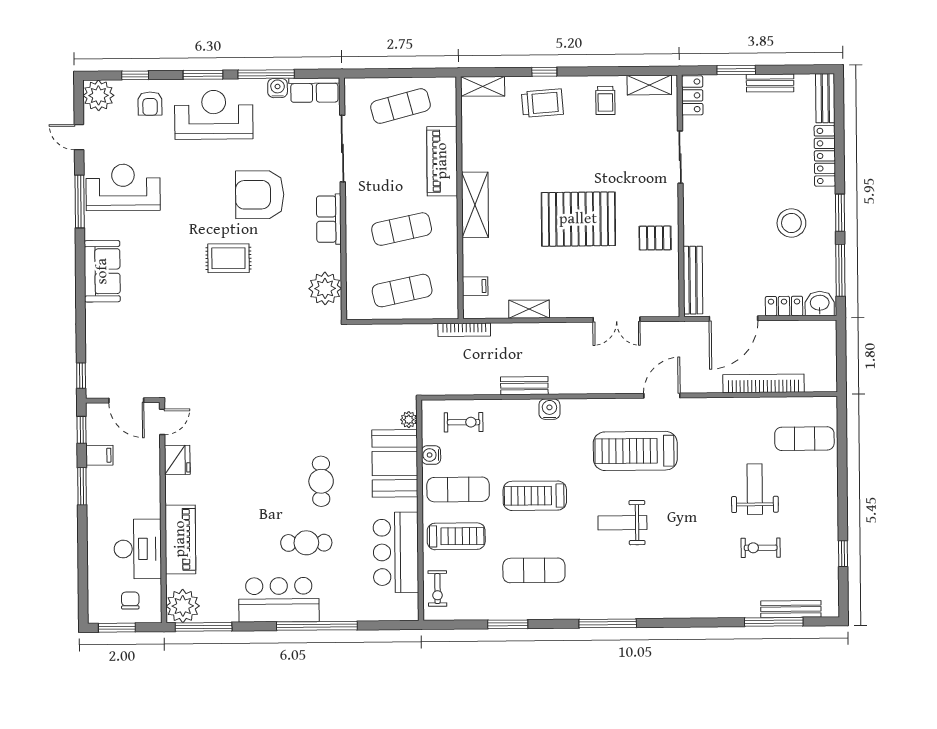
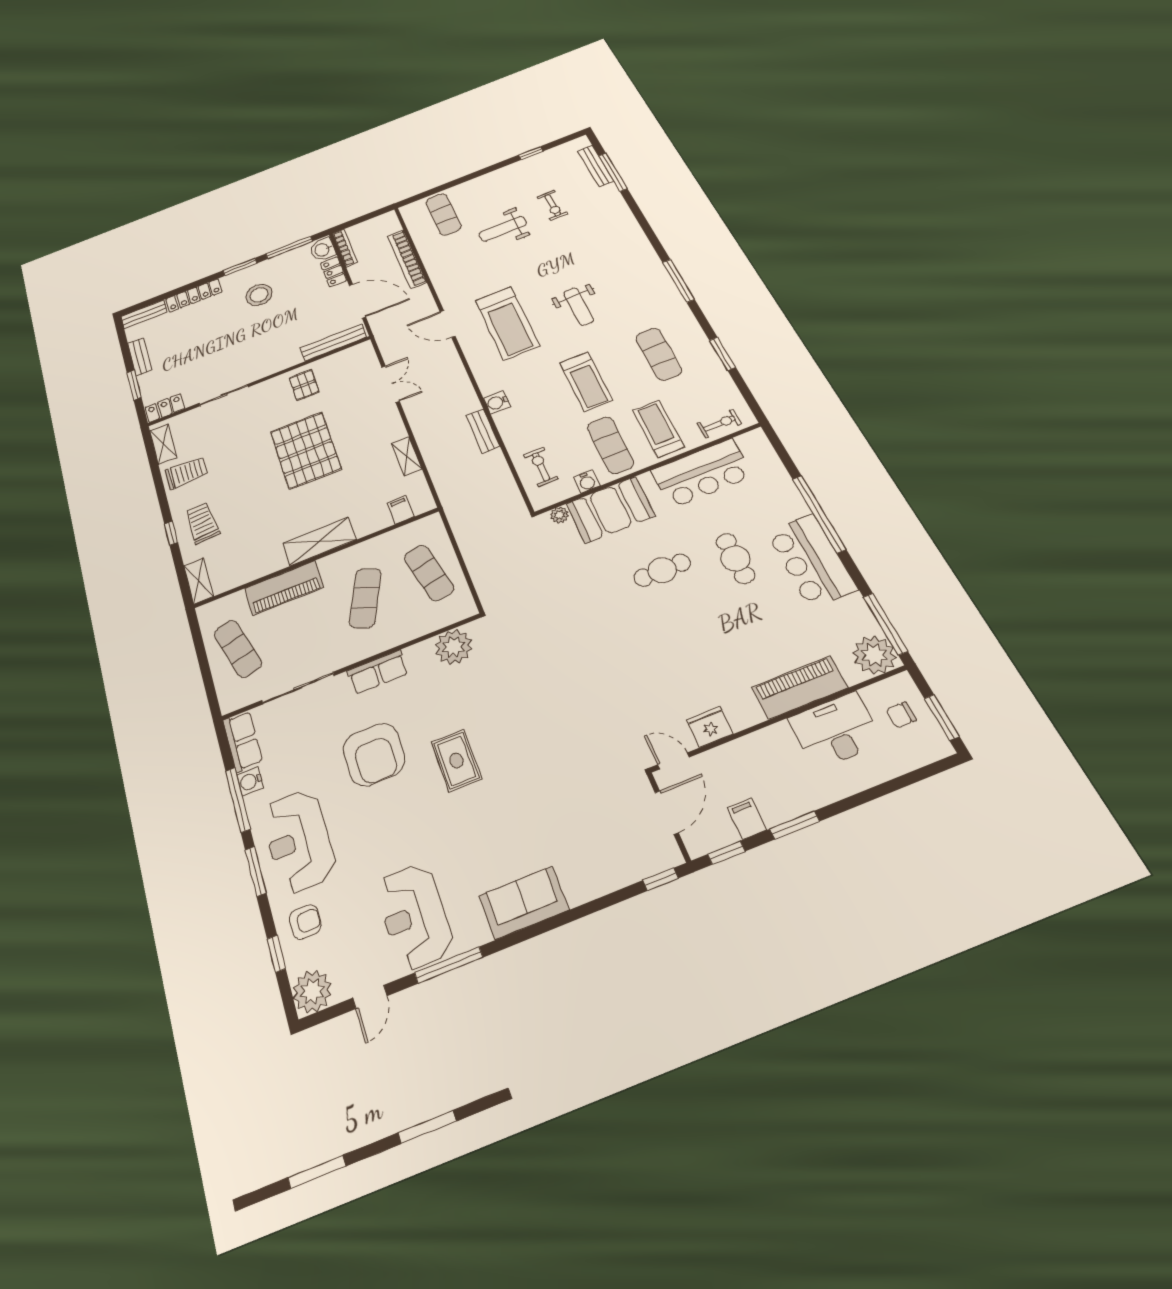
trolley: (605, 100) -> (186, 473), width x1.36, depth x1.39
exercise mat: (402, 229) -> (365, 598), turned 36
bookcase: (464, 330) -> (345, 248), moved

